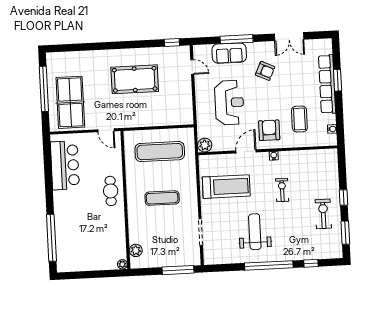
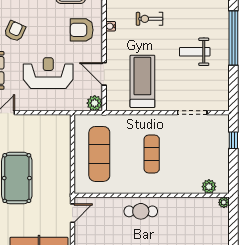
door: (246, 151) -> (104, 74), moved
weight bench: (255, 232) -> (195, 52), width x0.73, depth x0.75
window: (178, 270) -> (233, 140), width x0.46

